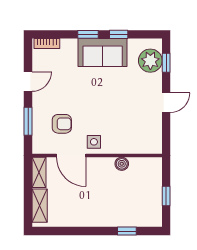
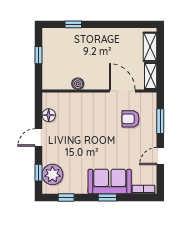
window: (119, 34) -> (66, 198), moved
sofa: (103, 53) -> (110, 182), moved
floor lamp: (155, 128) -> (49, 115), added
side table: (94, 142) -> (102, 103), removed

